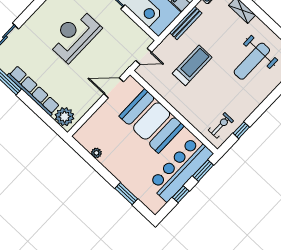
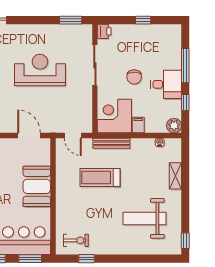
bench: (186, 23) -> (111, 143), moved
treadmill: (192, 65) -> (100, 178), turned 180
booth: (152, 121) -> (37, 186), width x0.73, depth x0.70

